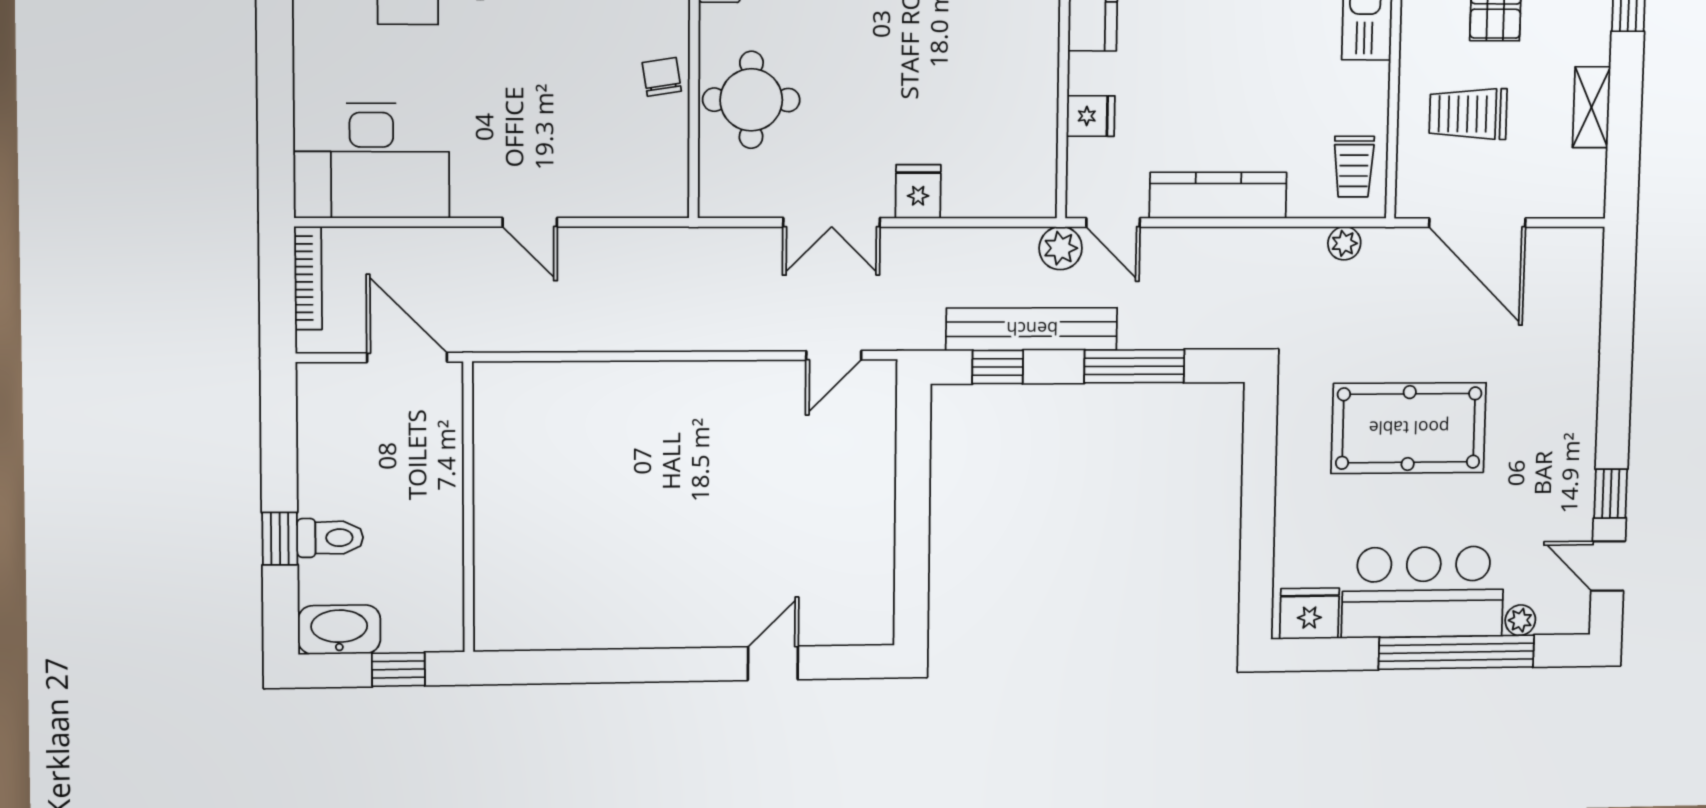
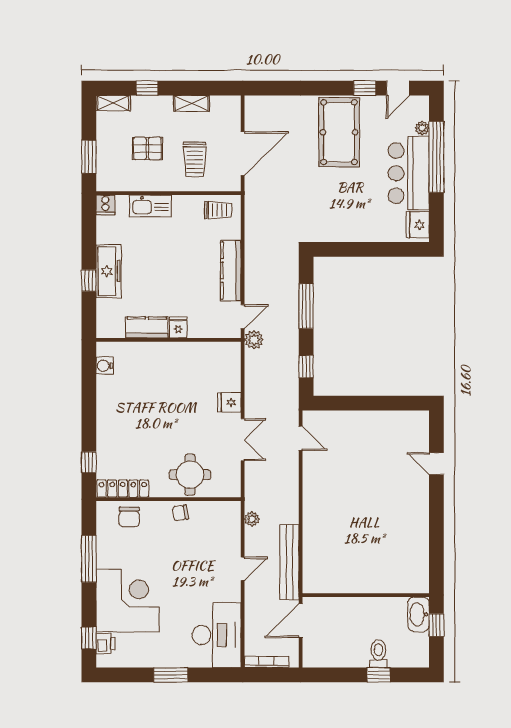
window: (275, 52) -> (171, 675), added
fridge: (1091, 116) -> (178, 328), moved
plant: (1344, 243) -> (252, 519), moved
bench: (1032, 329) -> (289, 562), moved
pool table: (1409, 428) -> (339, 132), moved
washbasin: (339, 630) -> (419, 614), moved

